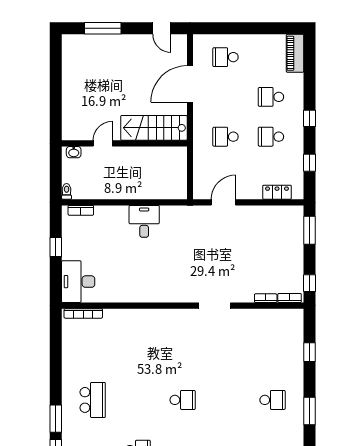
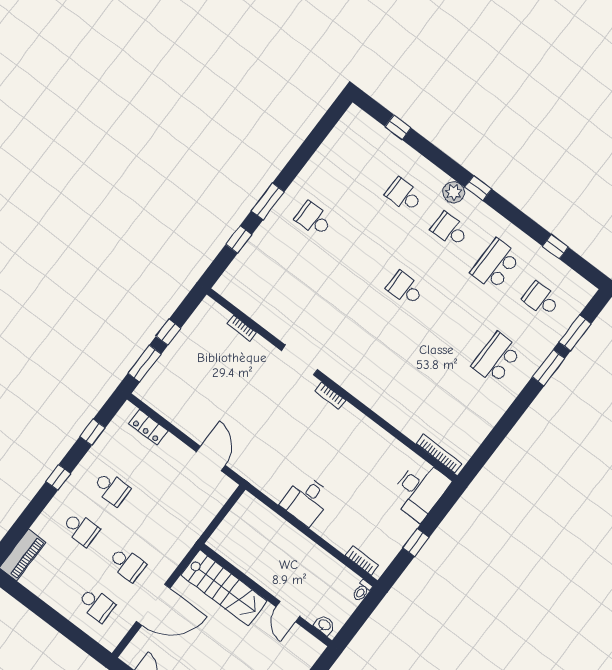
school desk: (225, 137) -> (127, 564), moved
door: (103, 143) -> (288, 612), hinge flipped
door: (223, 202) -> (211, 458), swing flipped
window: (309, 283) -> (168, 332), moved
bookcase: (290, 298) -> (330, 396), moved
window: (309, 411) -> (268, 201), moved

